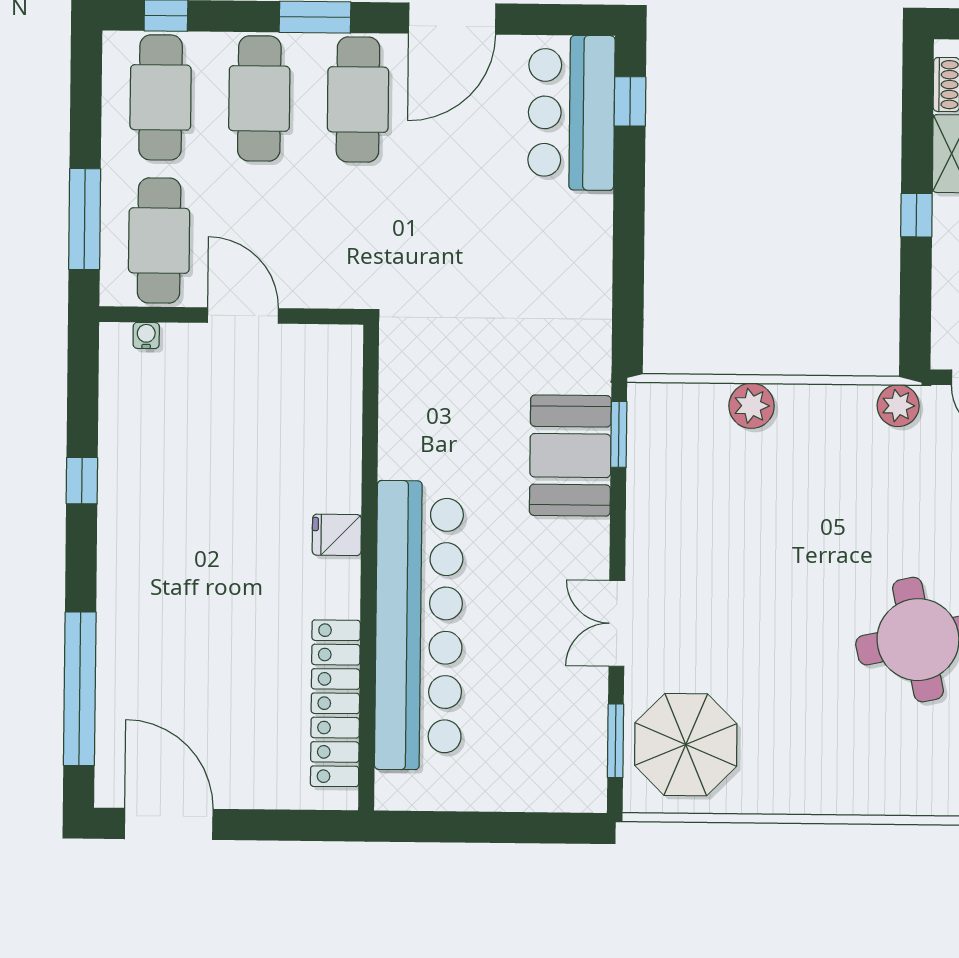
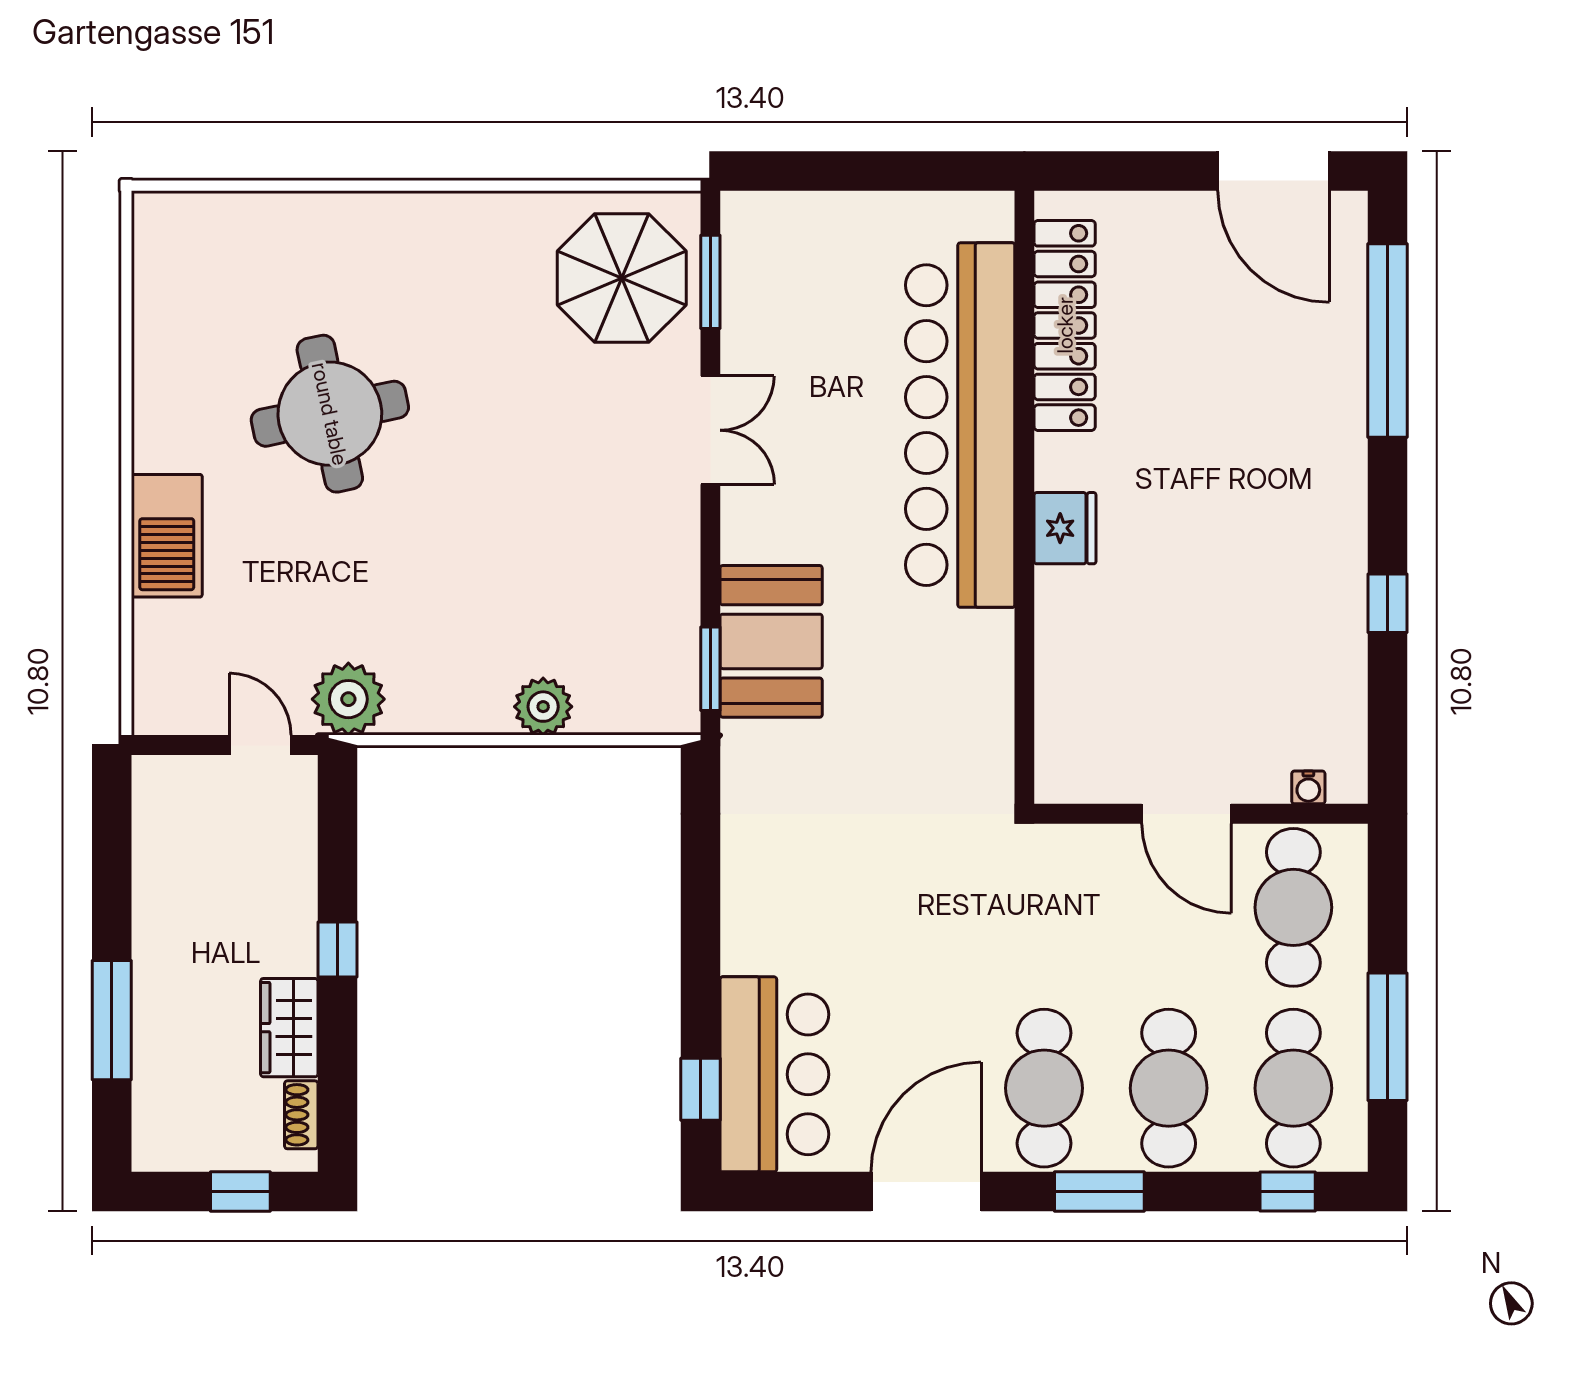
window: (85, 219) -> (1388, 1037), moved
plant: (898, 406) -> (348, 699), width x1.36, depth x1.36
fridge: (337, 535) -> (1065, 528), width x1.38

